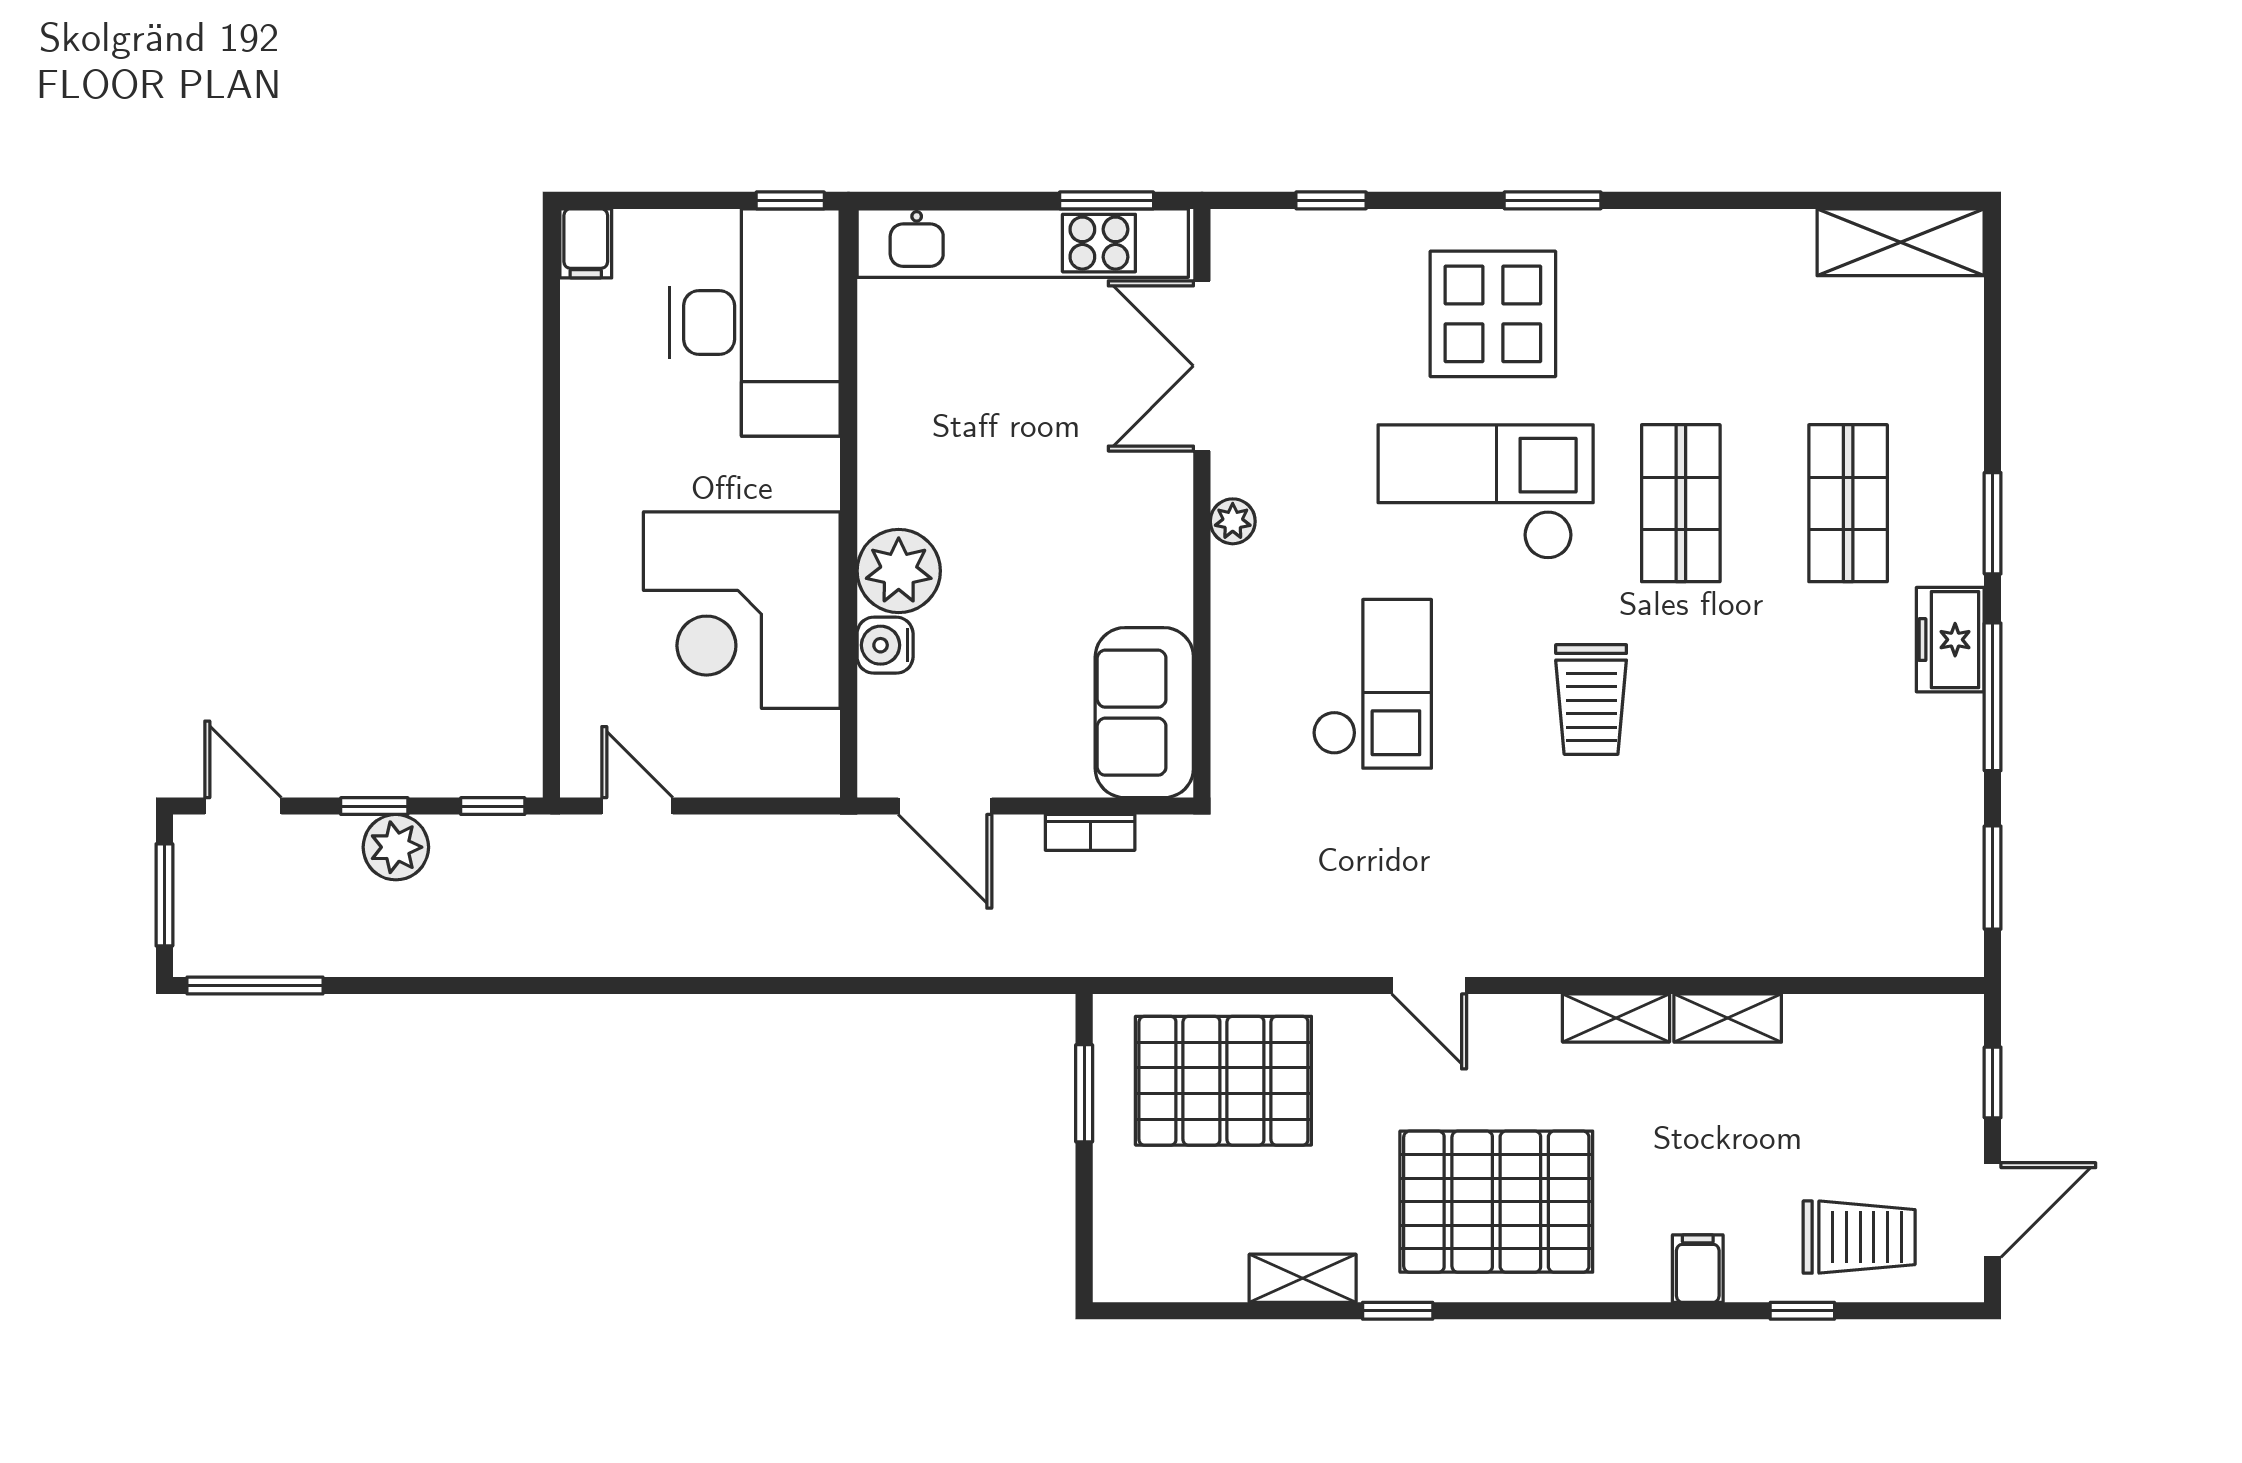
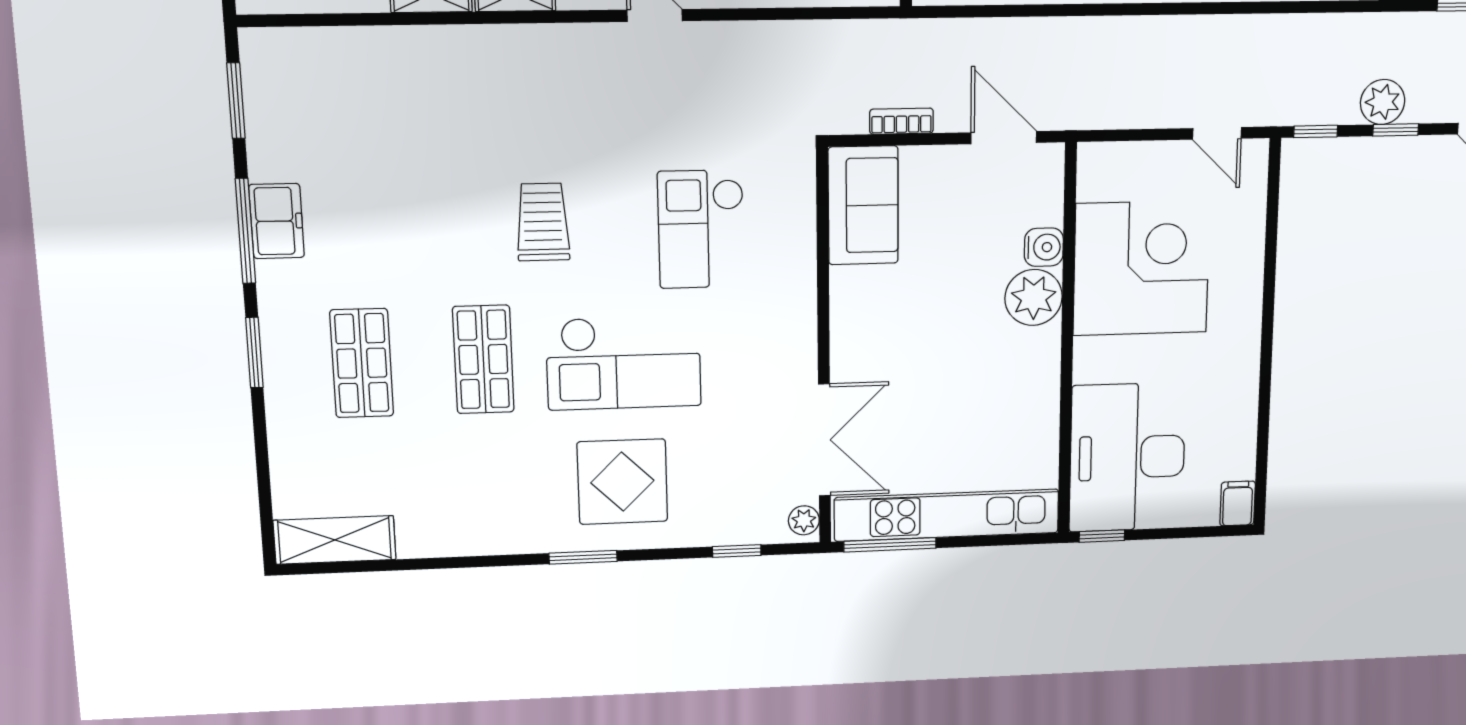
window: (1107, 200) -> (890, 545), width x1.44
plant: (1233, 521) -> (804, 520), moved
freezer: (1950, 640) -> (277, 221), moved

